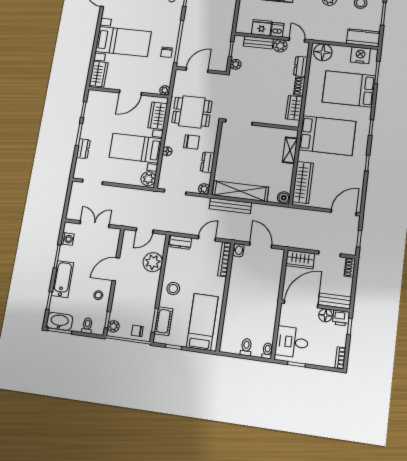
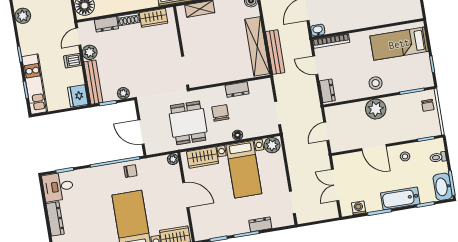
fridge: (262, 28) -> (78, 96), moved
bench: (258, 42) -> (93, 82), width x1.36
plant: (204, 189) -> (266, 84), removed
door: (145, 230) -> (326, 131), swing flipped
plant: (153, 262) -> (376, 109), moved
cot: (163, 321) -> (410, 82), removed
plant: (113, 326) -> (431, 131), removed

